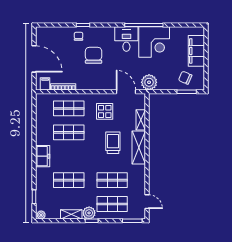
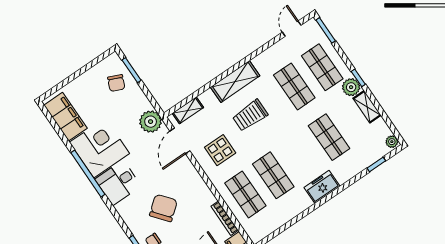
filing cabinet: (196, 51) -> (65, 117), moved, turned -90
chair: (94, 55) -> (163, 208), turned 141
shelving: (141, 120) -> (188, 110), moved

